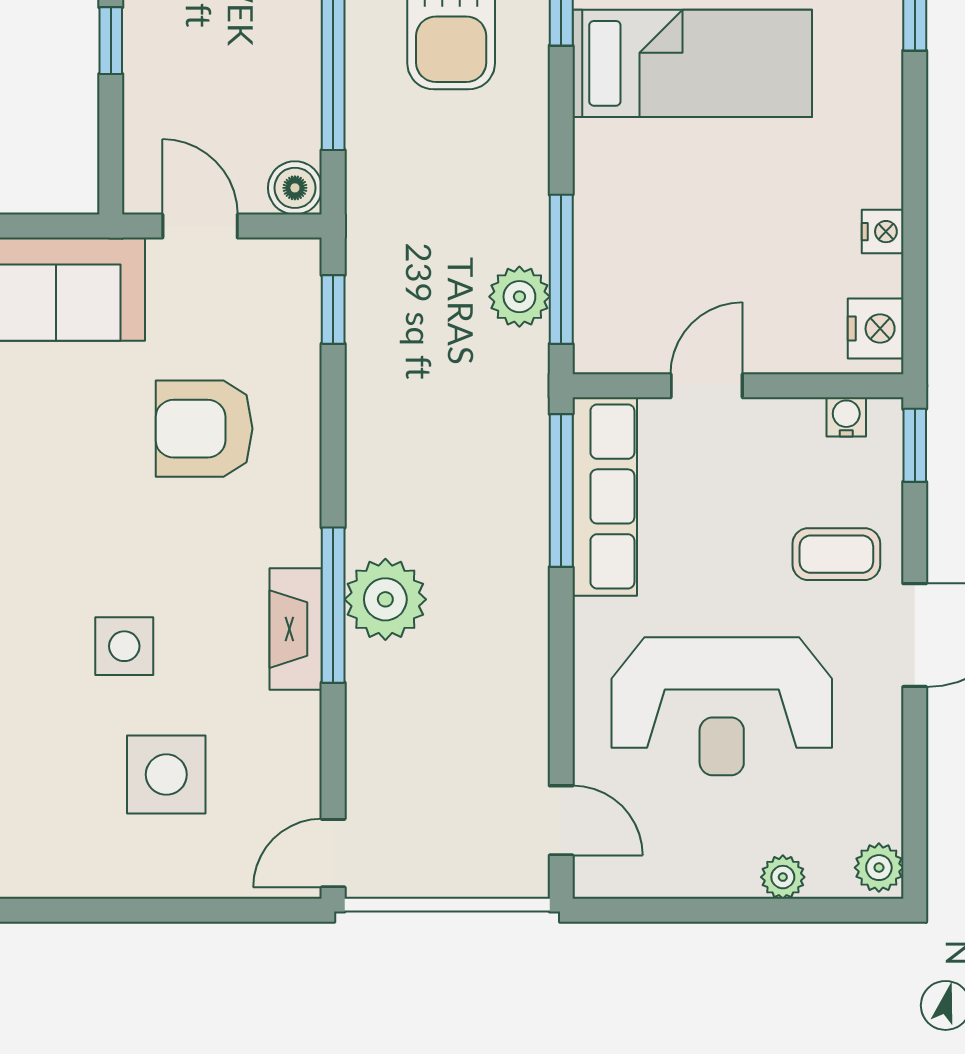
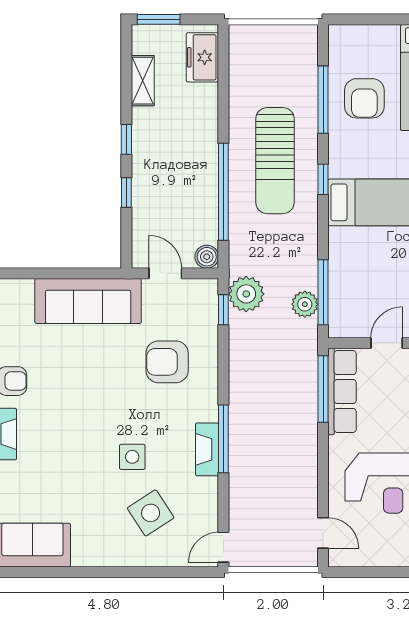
plant: (385, 599) -> (246, 294), moved
side table: (166, 775) -> (151, 513), turned -33

